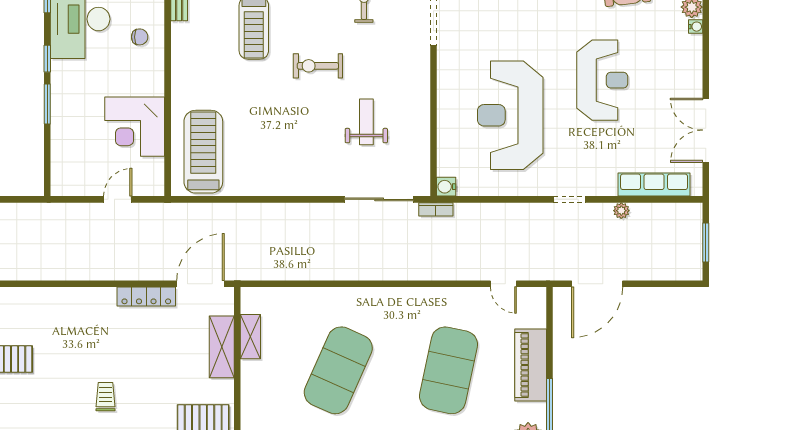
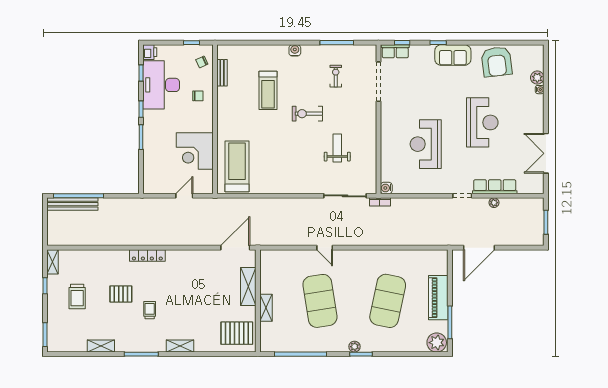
reception desk: (510, 115) -> (426, 144), width x0.74, depth x0.77
row of seats: (654, 185) -> (495, 187), moved
door: (503, 284) -> (325, 248), moved
locker: (146, 297) -> (147, 256), moved
shelving: (250, 337) -> (266, 308), moved
exercise mat: (338, 370) -> (320, 301), turned -33
trolley: (106, 397) -> (150, 310), moved

